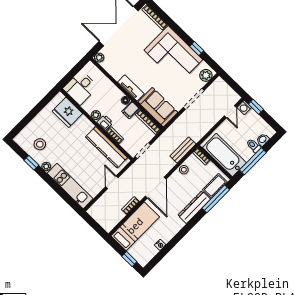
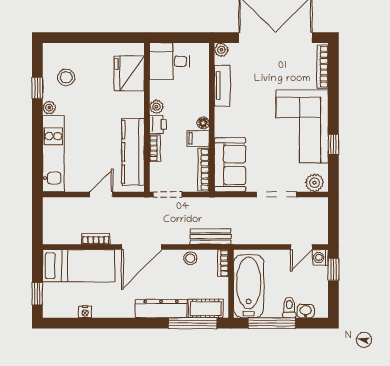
tv unit: (131, 88) -> (222, 86), moved

